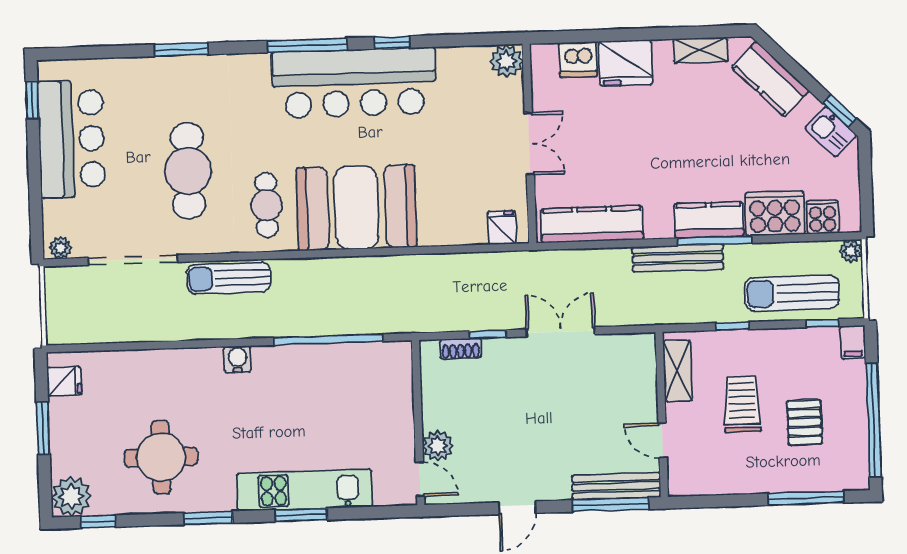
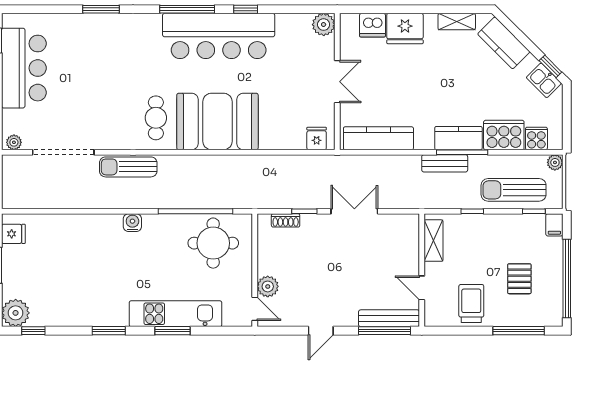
cafe table: (188, 171) -> (103, 93), removed
bench: (678, 258) -> (445, 163), width x0.73
trolley: (742, 404) -> (471, 303), moved
round table: (161, 457) -> (213, 243), moved

